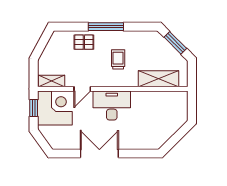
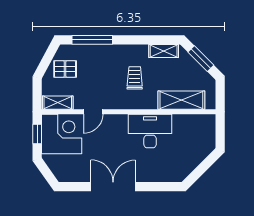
window: (106, 27) -> (92, 40), moved
shelving: (143, 36) -> (164, 51), added
pallet: (84, 42) -> (65, 69), moved
desk: (112, 105) -> (150, 131), moved

